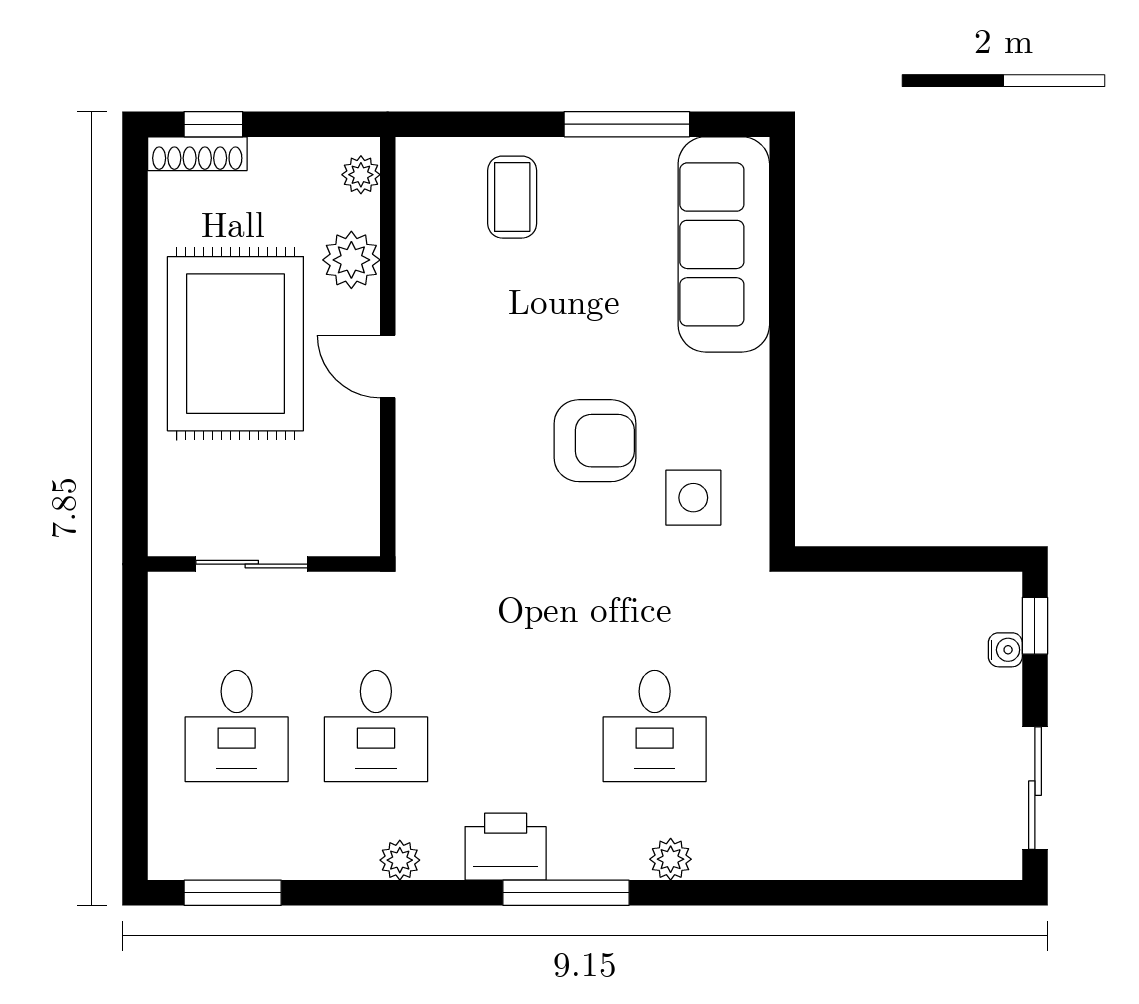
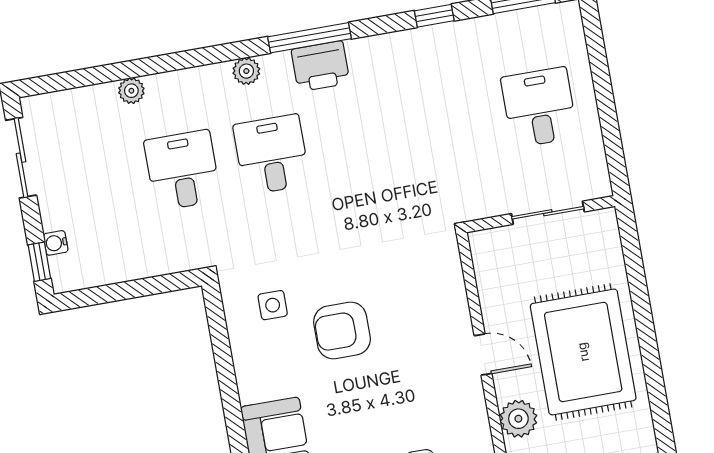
side table: (693, 498) -> (273, 305), width x0.73, depth x0.73
desk: (376, 726) -> (182, 170), moved
printer: (506, 847) -> (320, 66), moved
plant: (400, 860) -> (131, 91), moved
window: (371, 893) -> (434, 16), added

